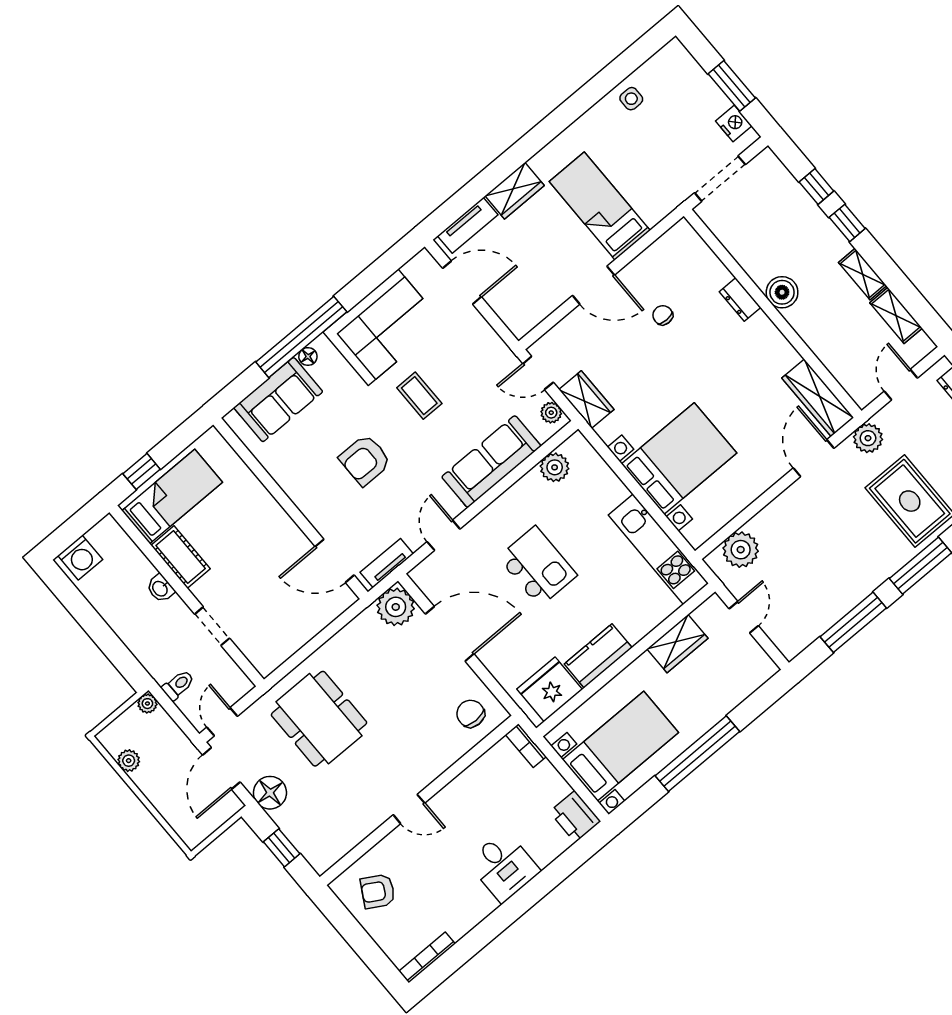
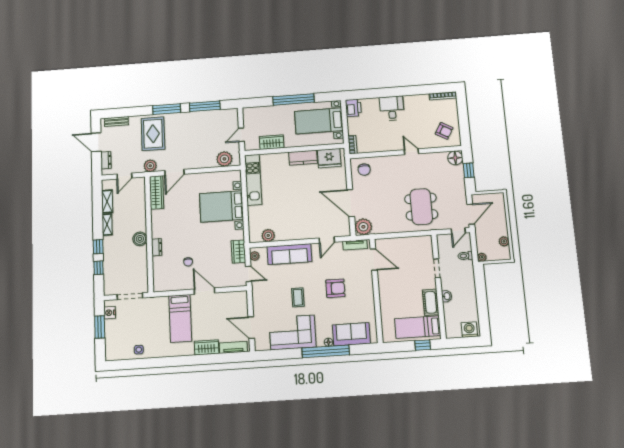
kitchen island: (538, 566) -> (301, 205), removed
floor lamp: (270, 793) -> (455, 158), moved

